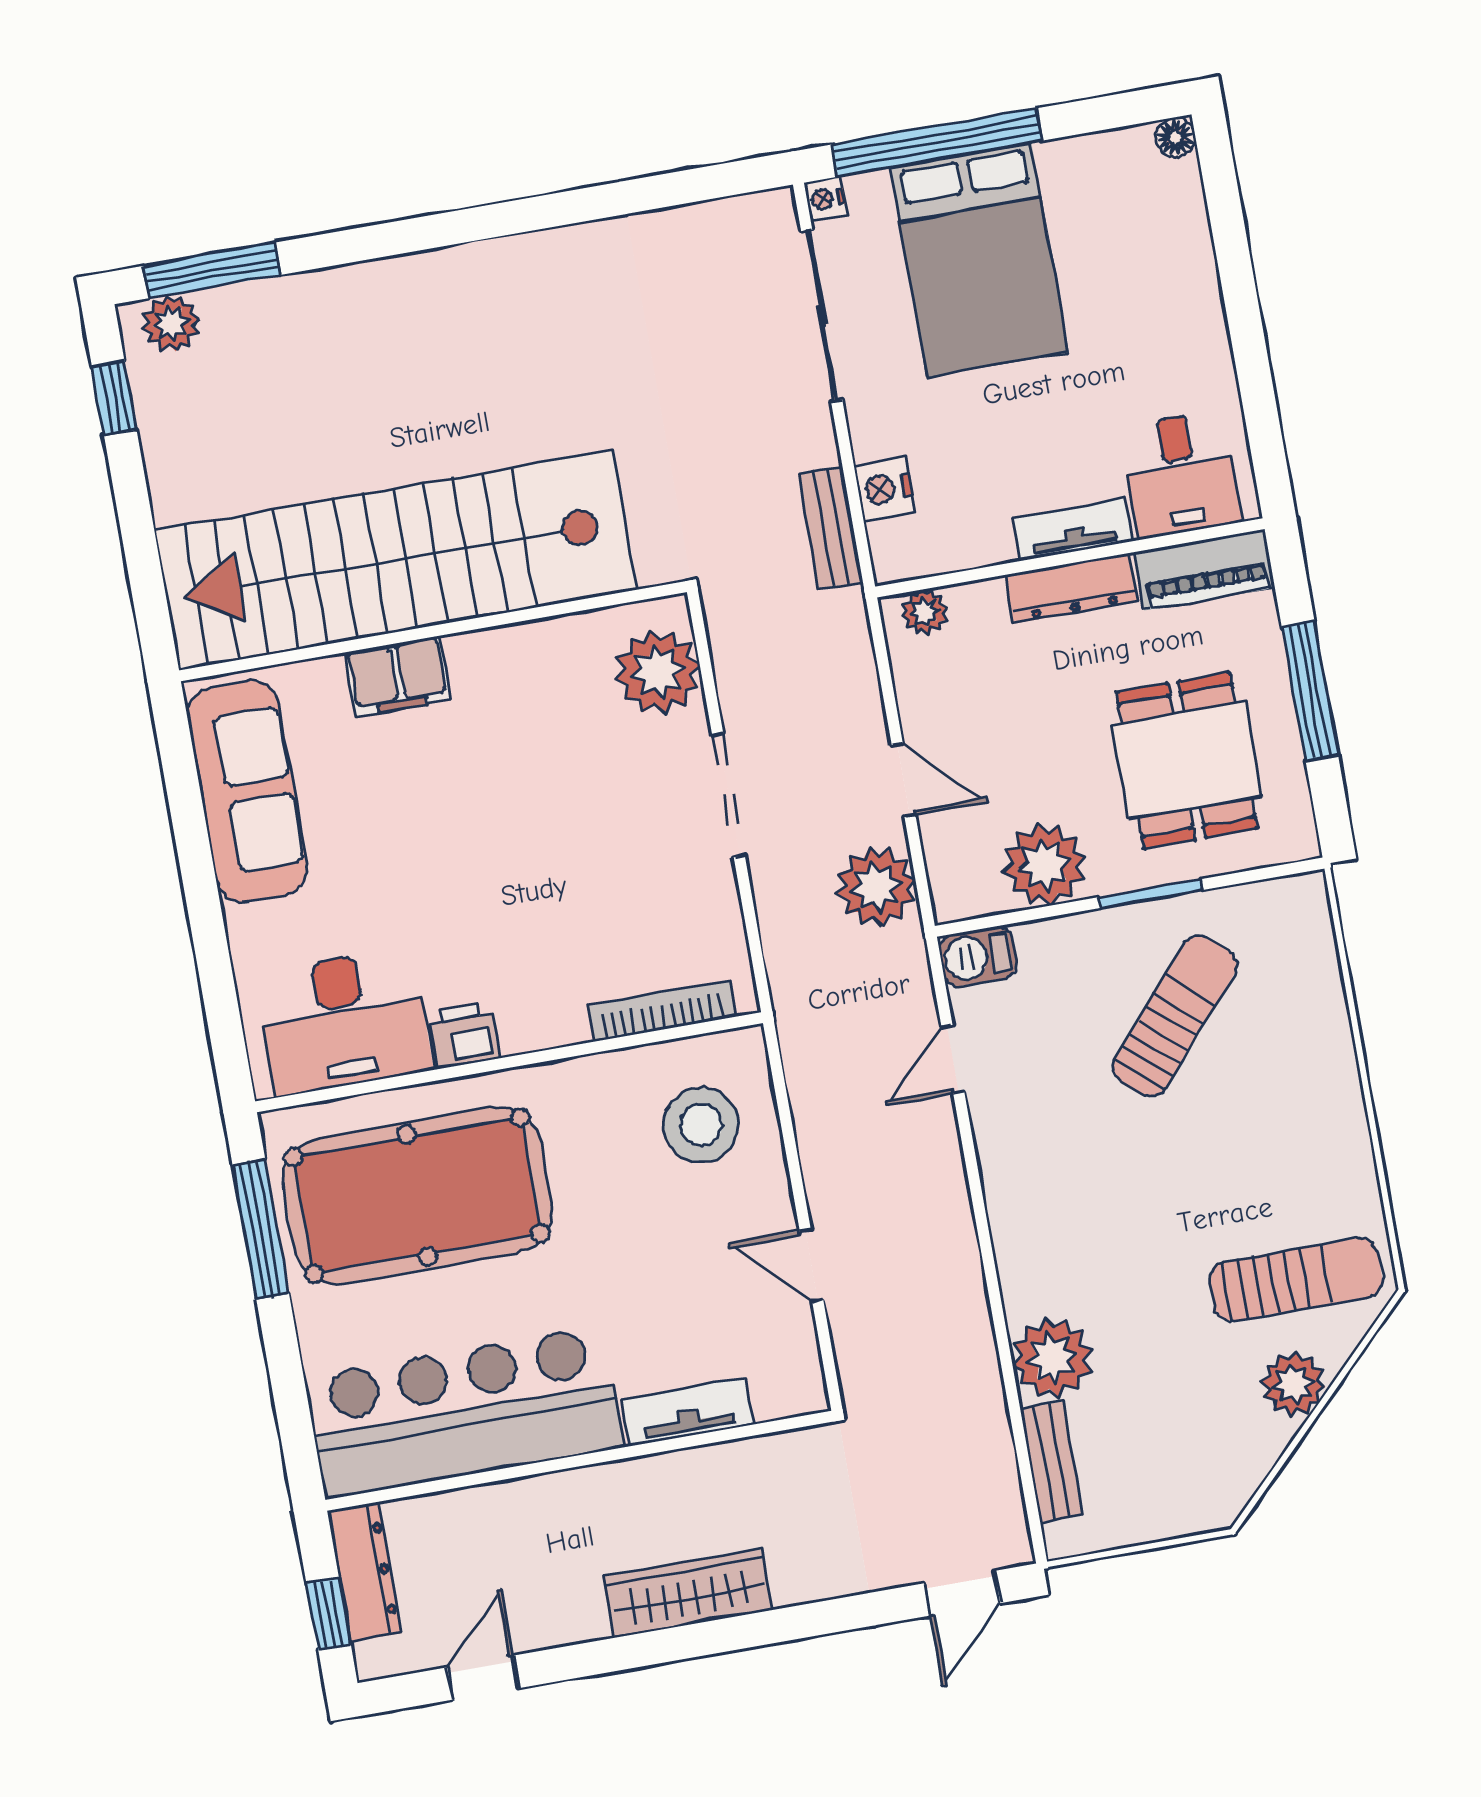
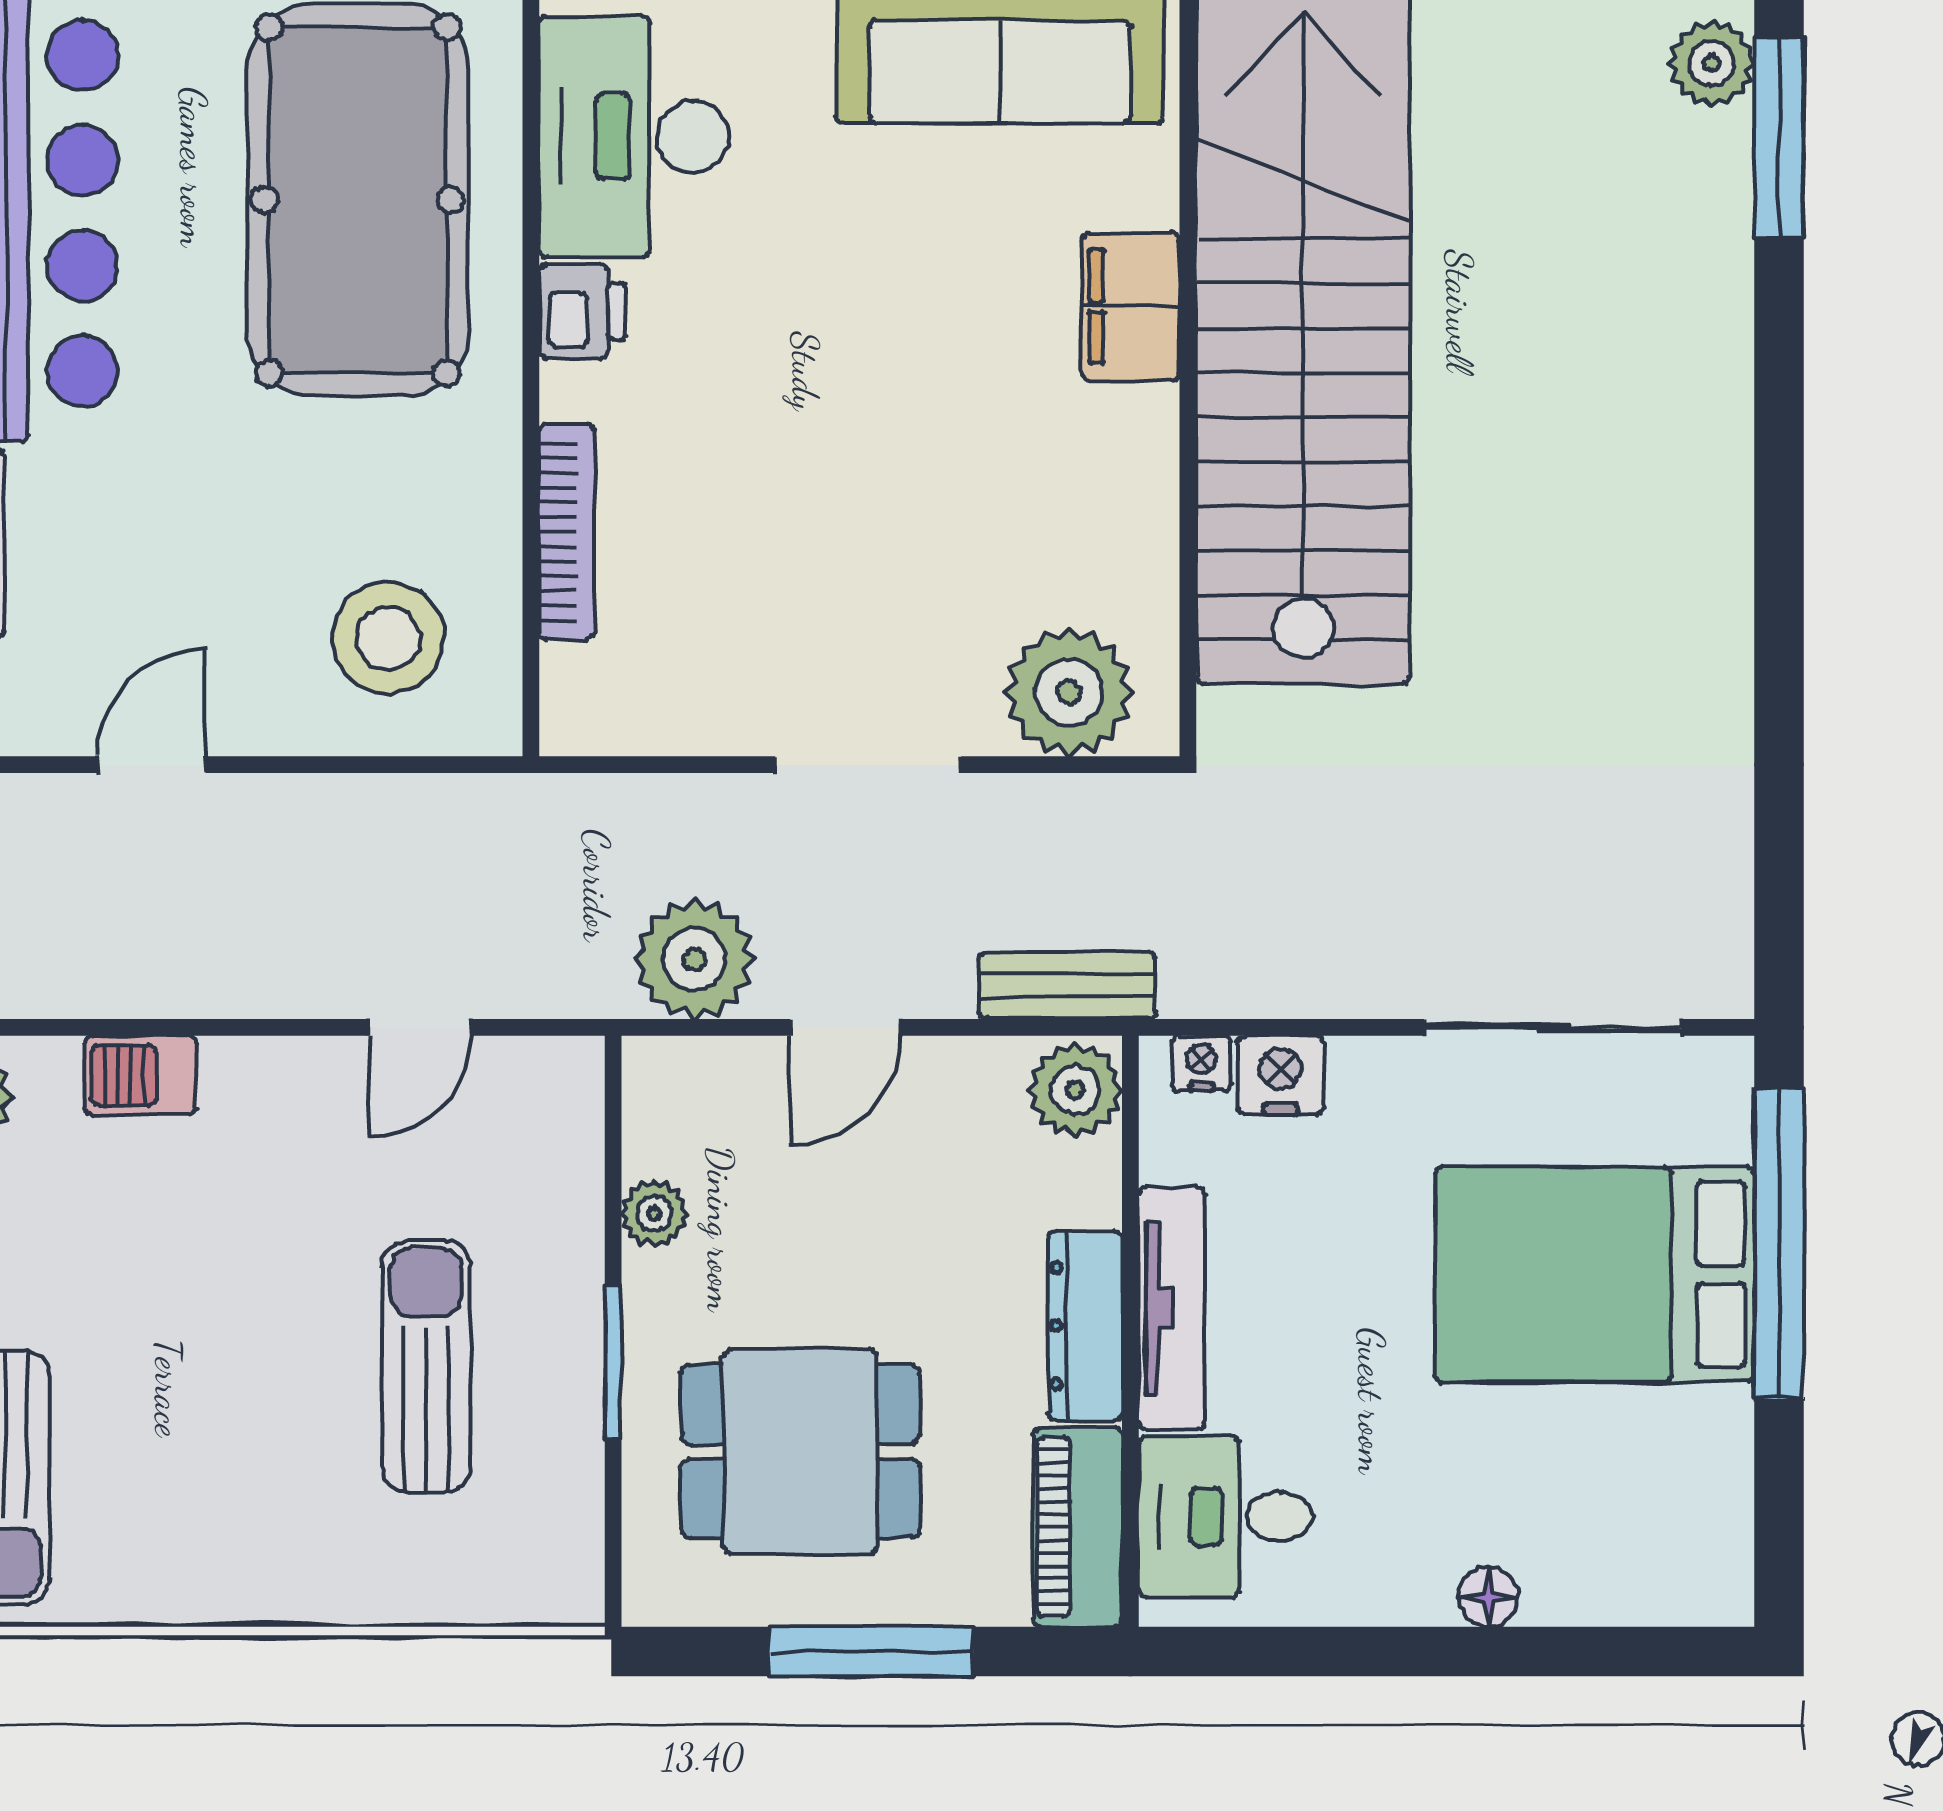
floor lamp: (1175, 137) -> (1488, 1597), moved
nightstand: (825, 199) -> (1201, 1063), moved
bench: (831, 528) -> (1067, 985), moved
tv unit: (1073, 530) -> (1172, 1308), width x1.41
plant: (925, 612) -> (1075, 1090), width x1.38, depth x1.38
plant: (1044, 865) -> (654, 1214), width x0.53, depth x0.53
barbecue: (978, 956) -> (141, 1075), moved, turned -90
bookcase: (662, 1011) -> (567, 532), moved
sun lounger: (1175, 1016) -> (426, 1367), turned -131
door: (953, 1059) -> (420, 1027), swing flipped

